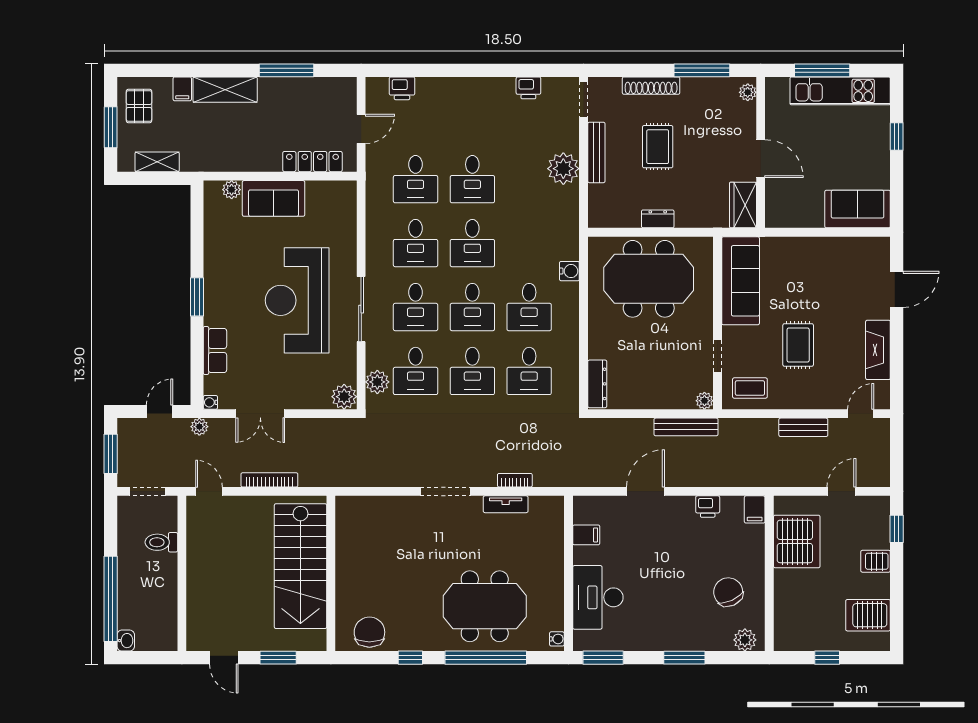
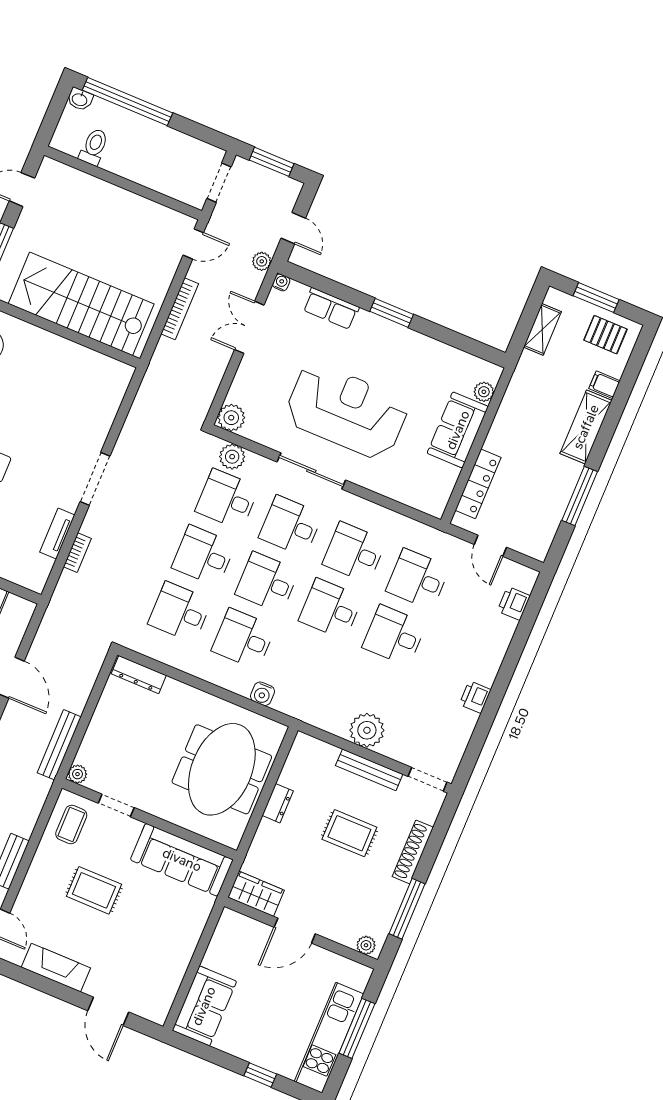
printer: (528, 88) -> (475, 697), moved
toilet: (161, 542) -> (94, 147), moved

